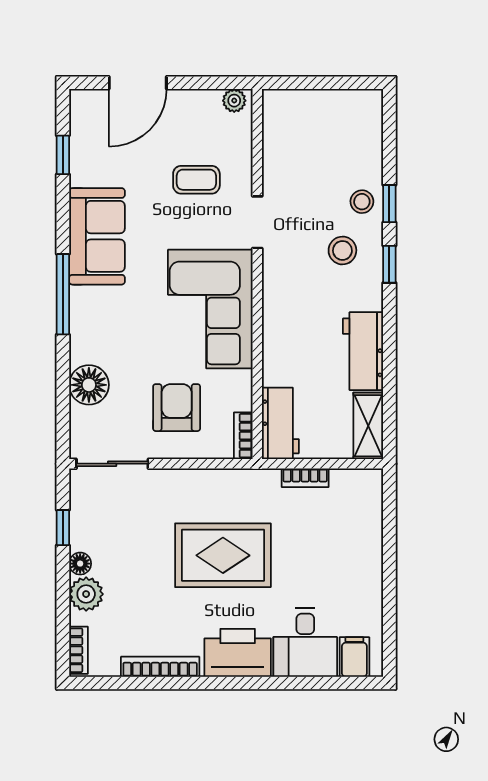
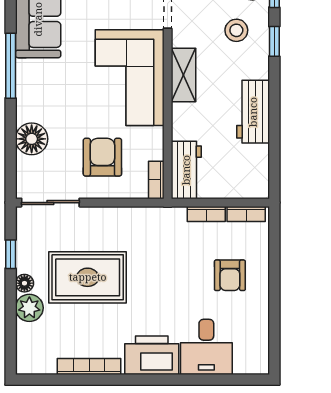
shelving: (368, 426) -> (183, 75), moved
armchair: (334, 554) -> (230, 275), added
rug: (223, 555) -> (88, 277), moved
bookcase: (79, 650) -> (246, 214), moved, turned 90
filing cabinet: (354, 657) -> (246, 359), removed

